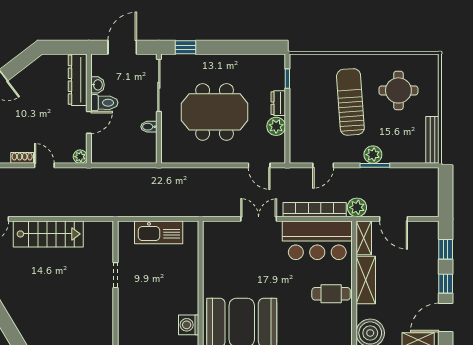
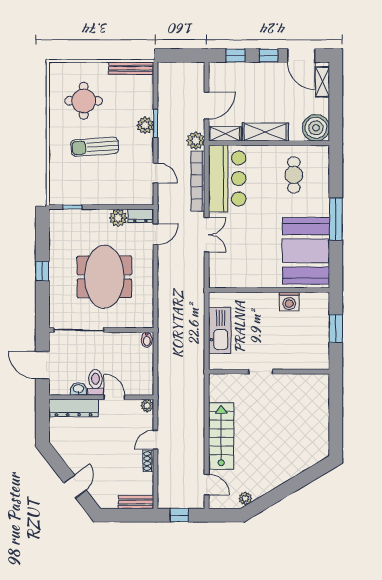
window: (186, 47) -> (42, 271), moved
sun lounger: (350, 102) -> (95, 147), width x0.73, depth x0.75
dresser: (278, 103) -> (140, 216), moved
bidet: (149, 127) -> (147, 340), moved
double door: (259, 219) -> (207, 235), swing flipped
cafe table: (331, 294) -> (294, 175), moved
washing machine: (189, 325) -> (289, 302), moved

